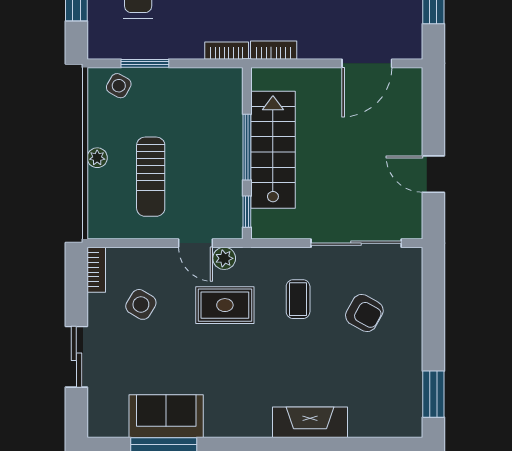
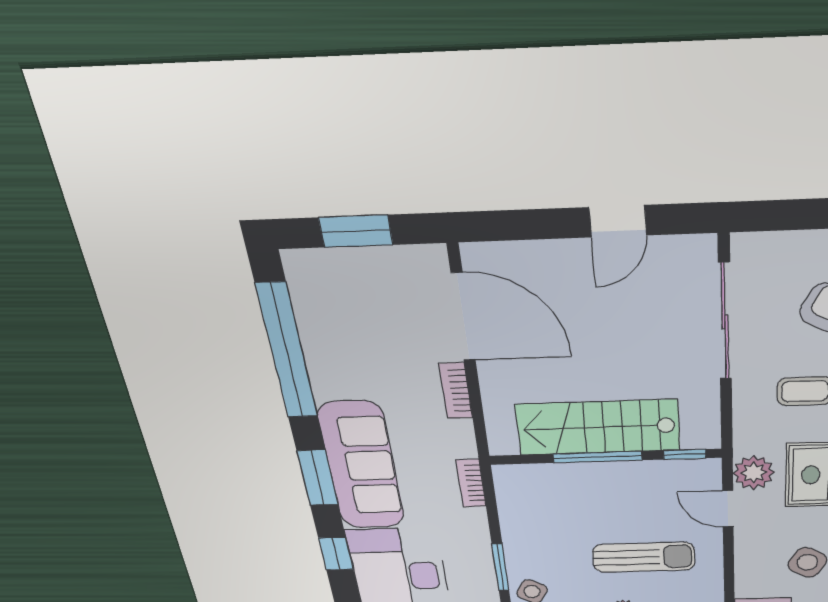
bookcase: (274, 50) -> (456, 391), moved
door: (367, 63) -> (463, 317), width x1.36
door: (196, 243) -> (728, 509), swing flipped
plant: (224, 258) -> (754, 473), width x1.38, depth x1.38

